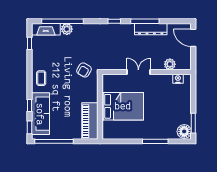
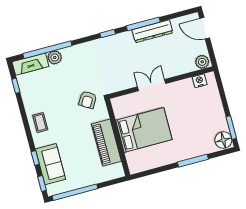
plant: (170, 64) -> (202, 62), moved
sofa: (40, 114) -> (51, 164), width x0.73
piano: (90, 121) -> (106, 143), moved

